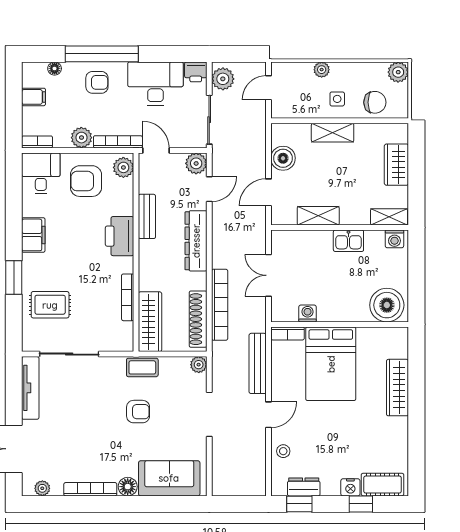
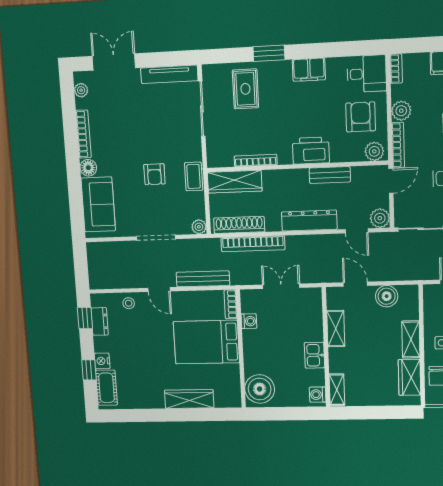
wardrobe: (396, 165) -> (409, 377), moved, turned -90

